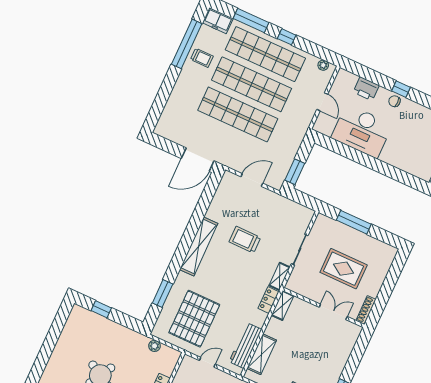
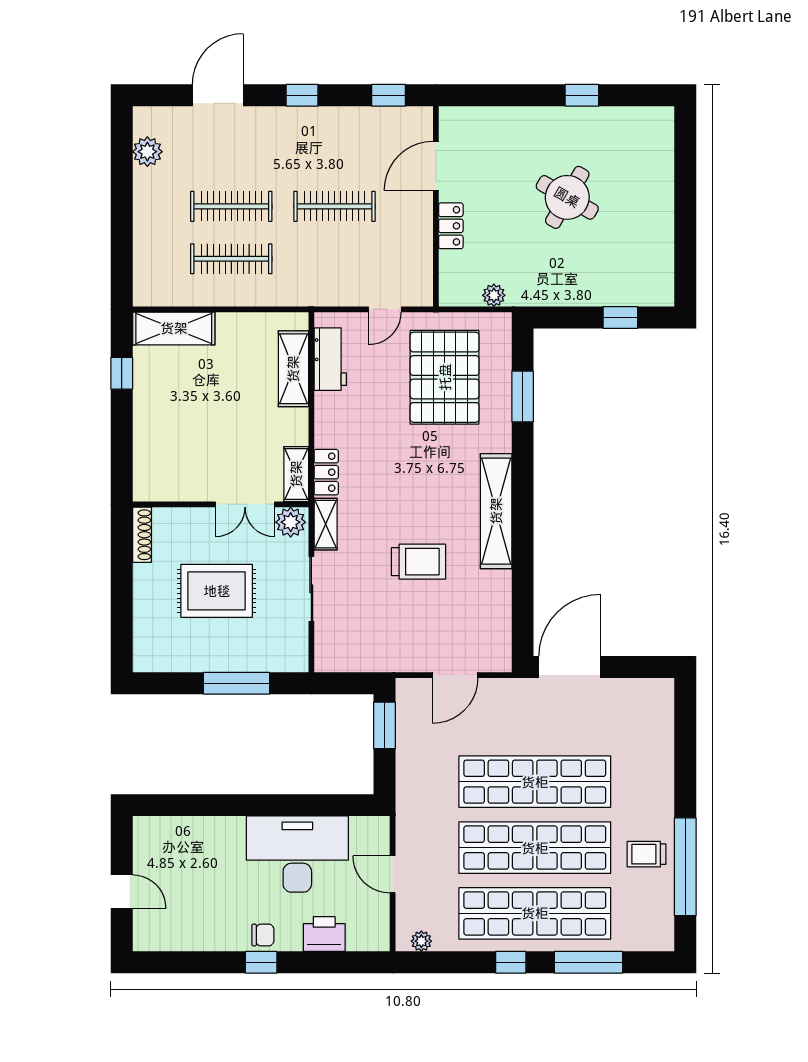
freezer: (218, 21) -> (648, 934), removed
plant: (295, 285) -> (291, 522), added
double door: (333, 312) -> (245, 504), moved
workbench: (245, 346) -> (330, 359), width x0.73

